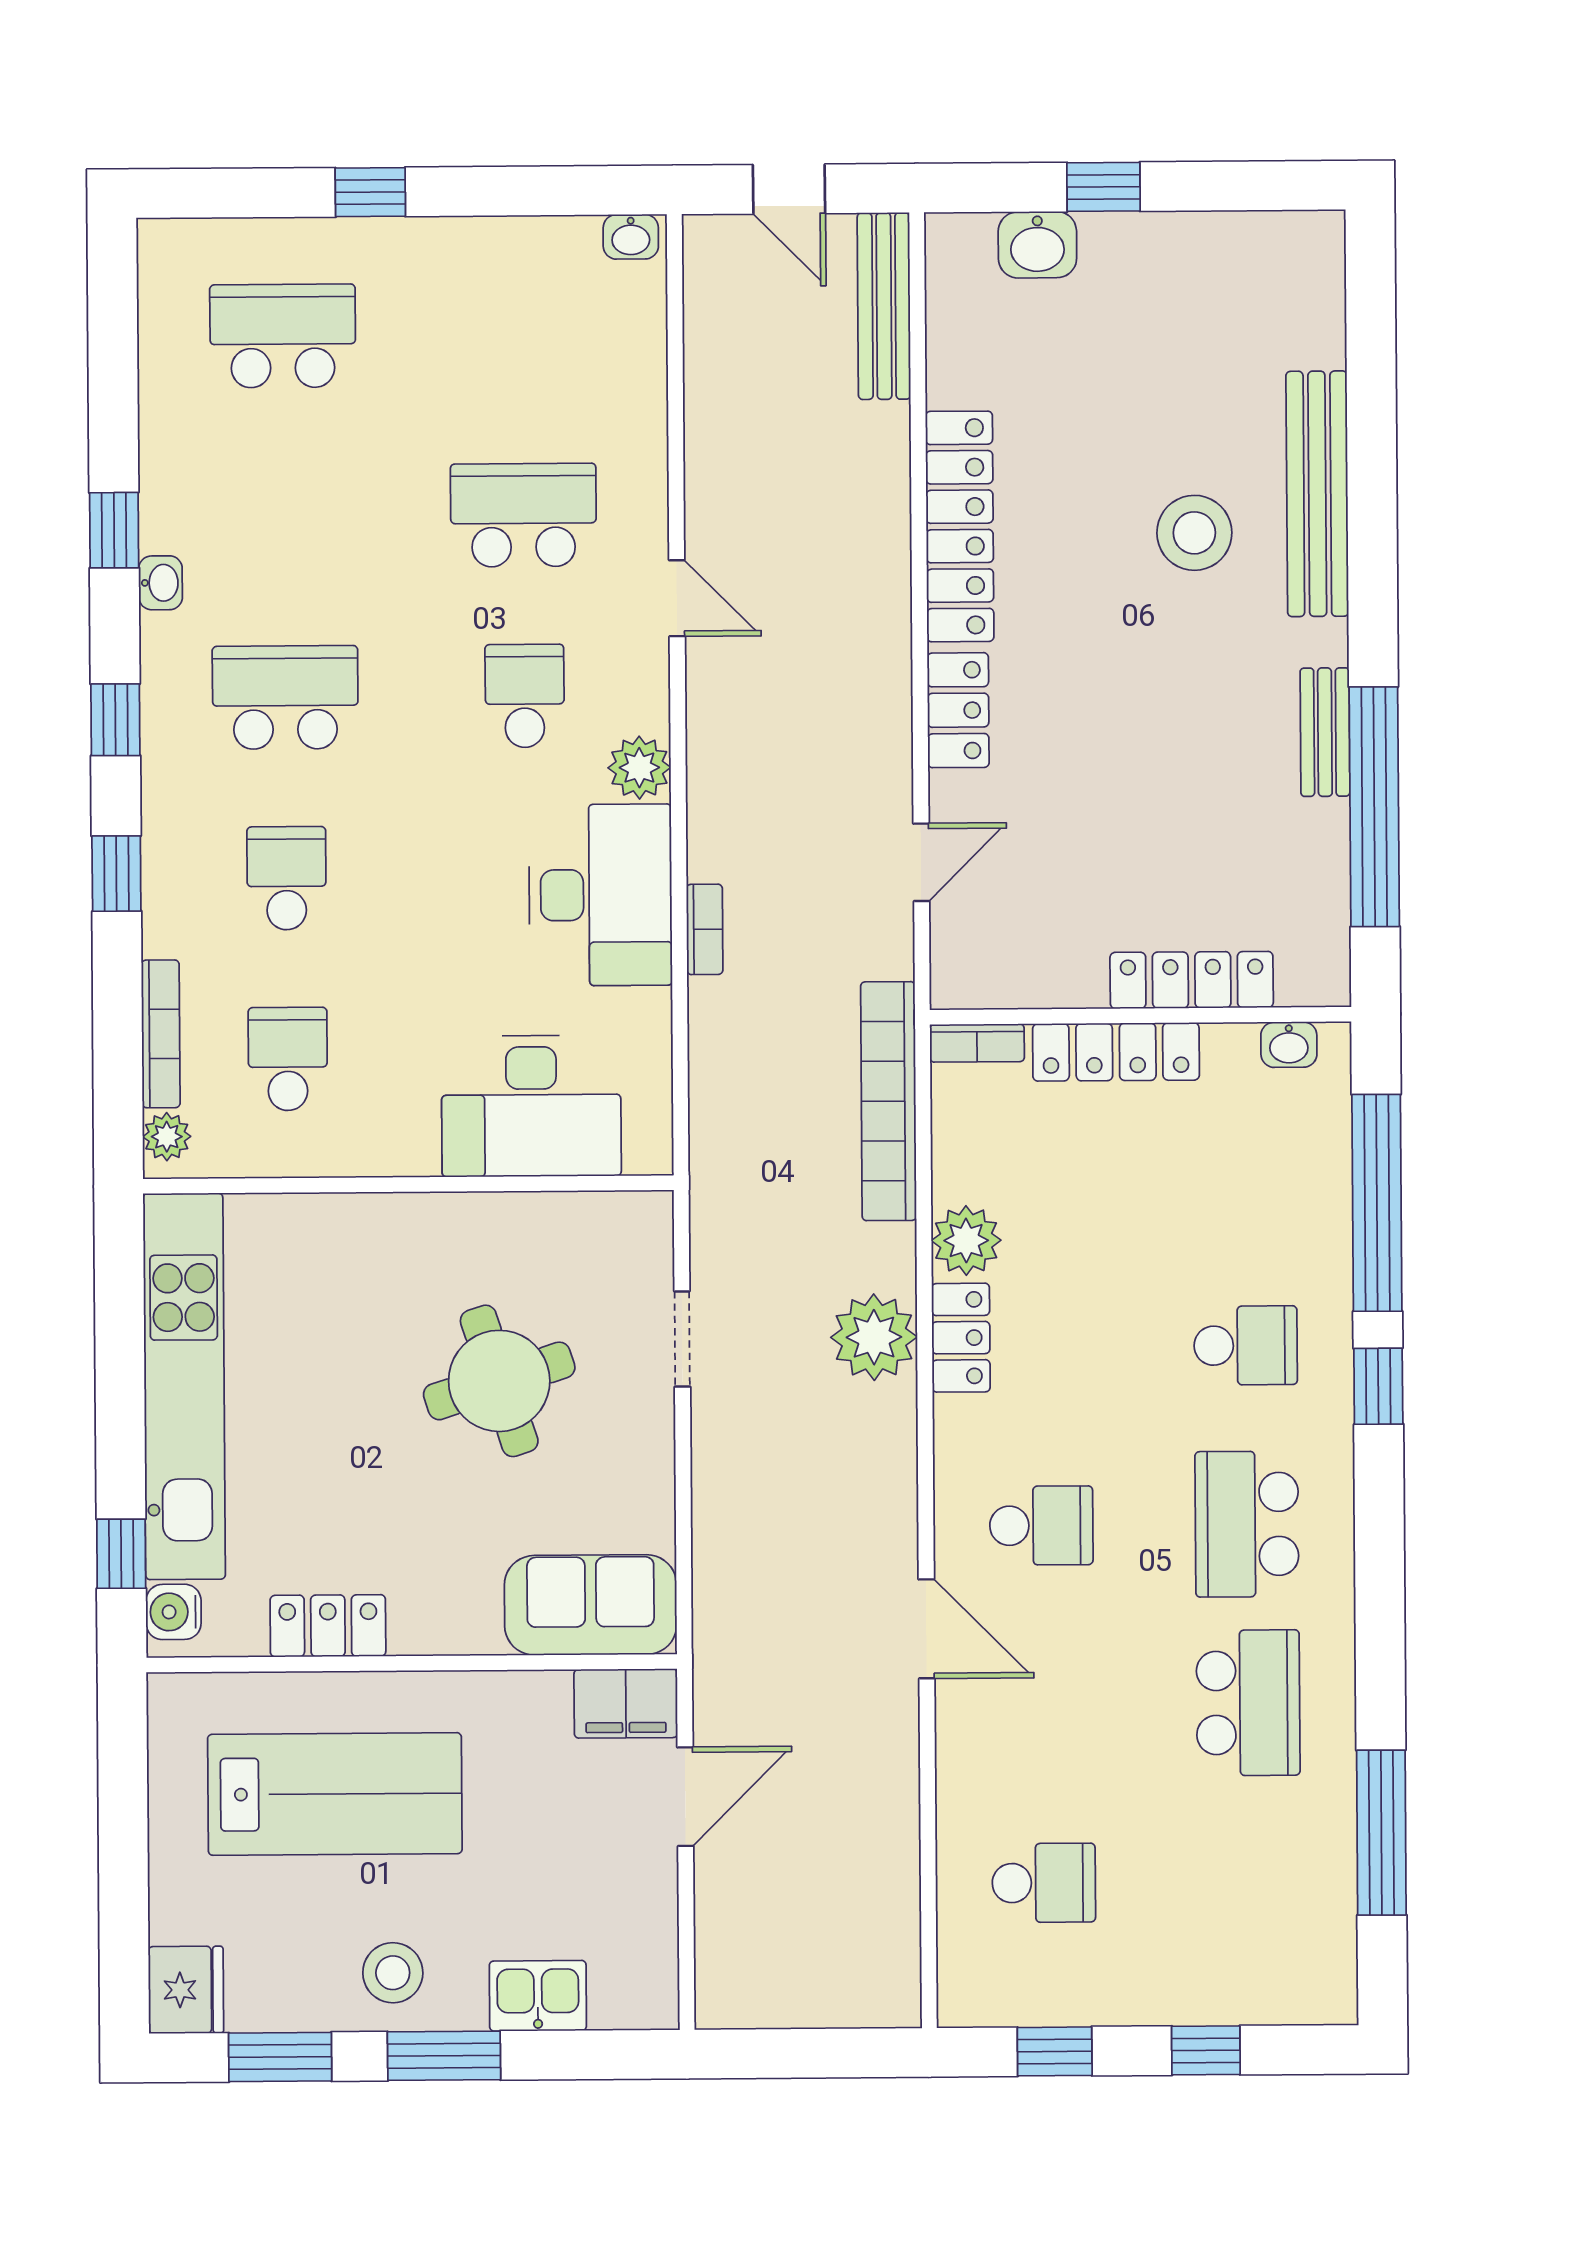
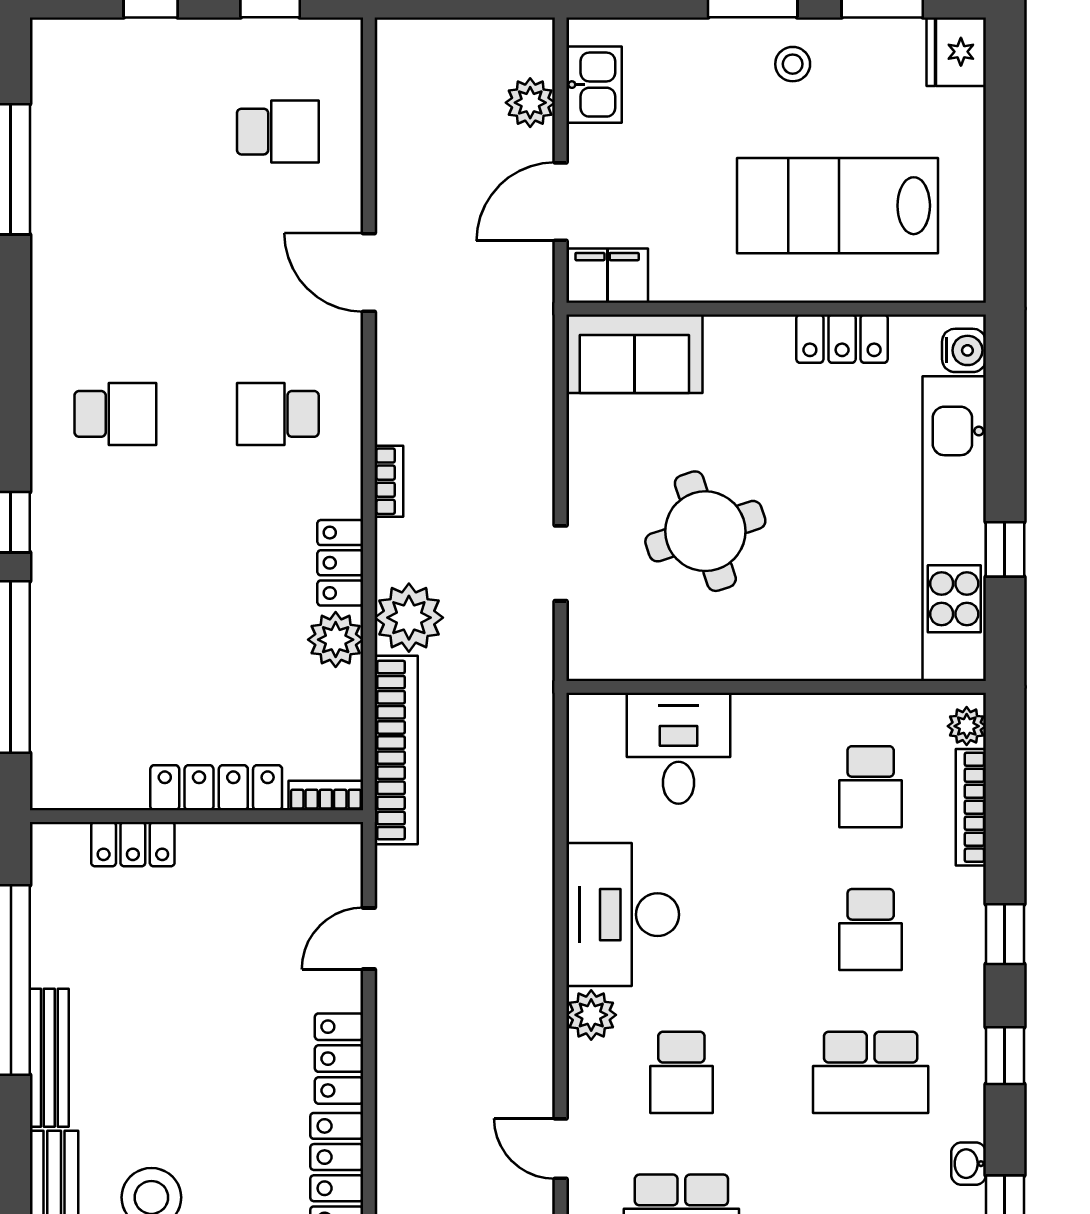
bench: (1325, 732) -> (49, 1058), width x1.36
bookcase: (705, 929) -> (389, 481), moved, turned 180
locker: (1192, 980) -> (133, 844), width x0.66
washbasin: (1289, 1045) -> (80, 793), removed
desk: (531, 1106) -> (678, 748), width x0.73
plant: (874, 1337) -> (409, 618), moved
school desk: (1246, 1345) -> (115, 555), removed
school desk: (1247, 1524) -> (115, 414), width x0.54
window: (121, 1554) -> (1005, 549), moved
door: (927, 1629) -> (369, 273), moved
school desk: (1248, 1703) -> (115, 273), removed
school desk: (1044, 1883) -> (278, 132), turned 180
plant: (725, 1922) -> (530, 103), added
stool: (393, 1973) -> (793, 64), width x0.73, depth x0.73
kitchen sink: (538, 1996) -> (594, 85), moved, turned -90

